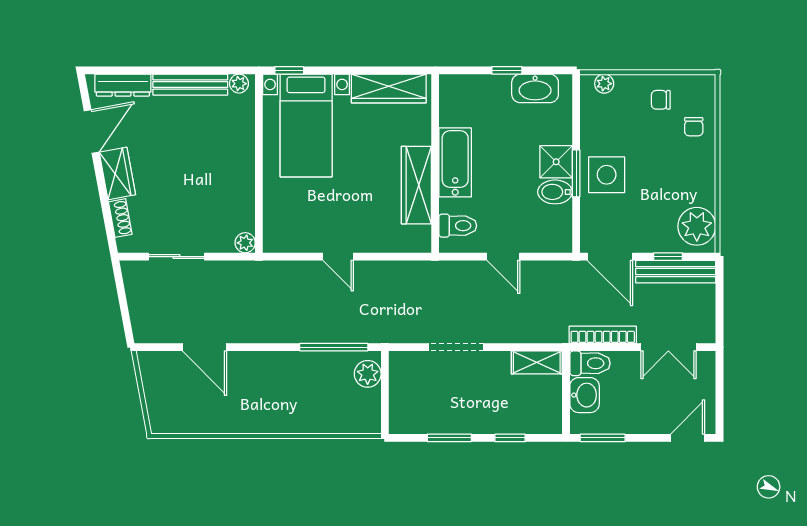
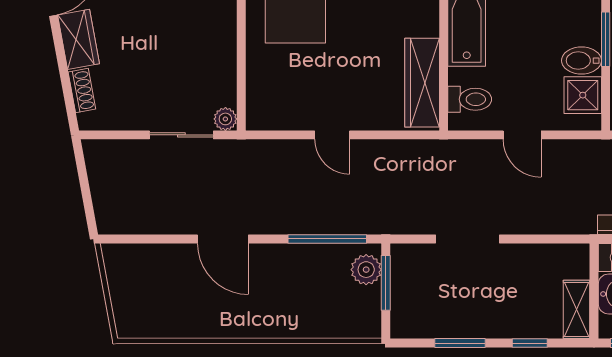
shower: (556, 162) -> (583, 95), moved
wardrobe: (416, 185) -> (422, 83), moved
sliding door: (176, 257) -> (181, 135), moved
door: (204, 347) -> (223, 239), moved
shelving: (537, 362) -> (577, 309), moved, turned 90
window: (385, 385) -> (386, 283), added

